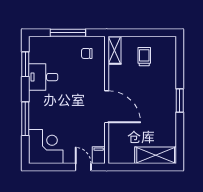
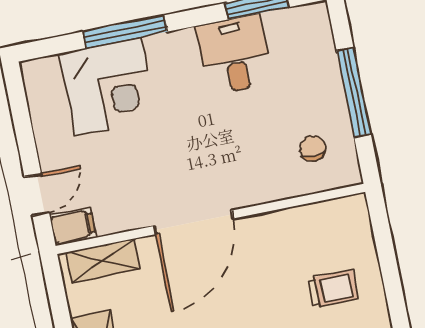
shelving: (115, 50) -> (103, 261), moved
corner desk: (46, 146) -> (108, 87), moved

